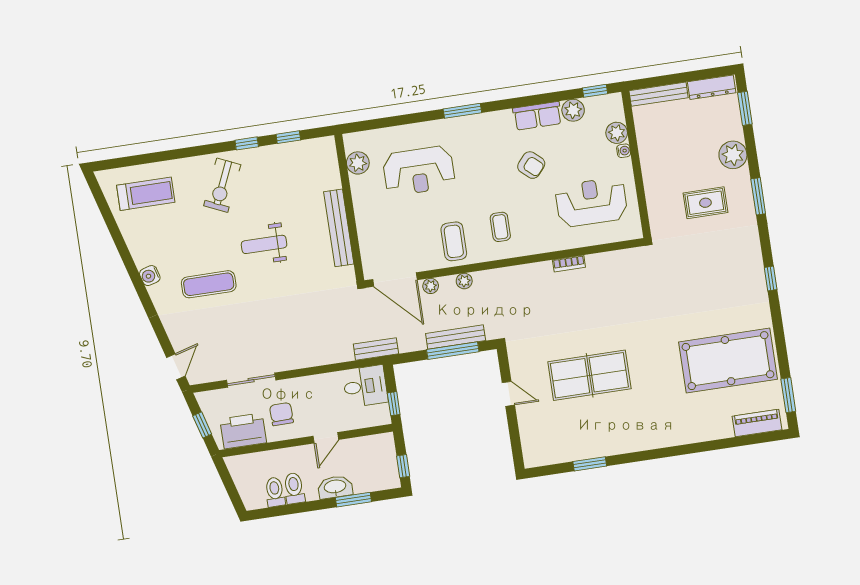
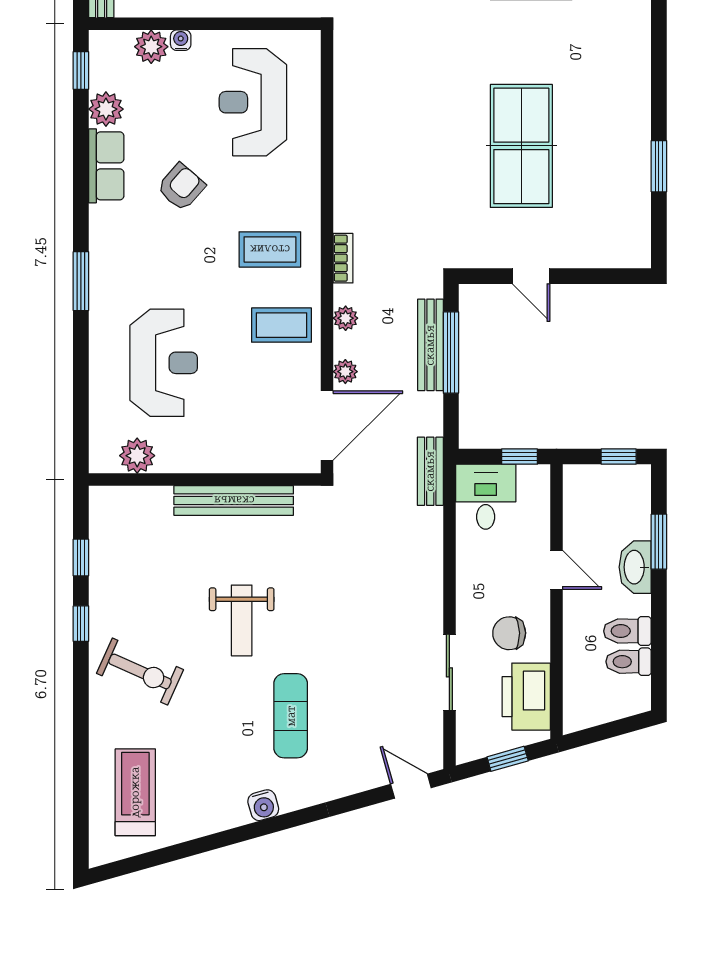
coffee table: (500, 227) -> (270, 249), width x1.36, depth x1.30
bookcase: (569, 264) -> (343, 258), moved
door: (508, 394) -> (531, 276), swing flipped

